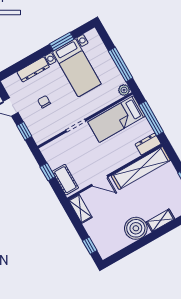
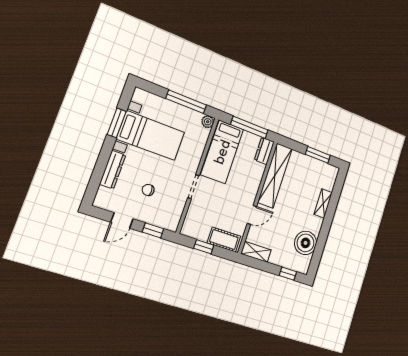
boiler: (136, 228) -> (306, 243), moved

